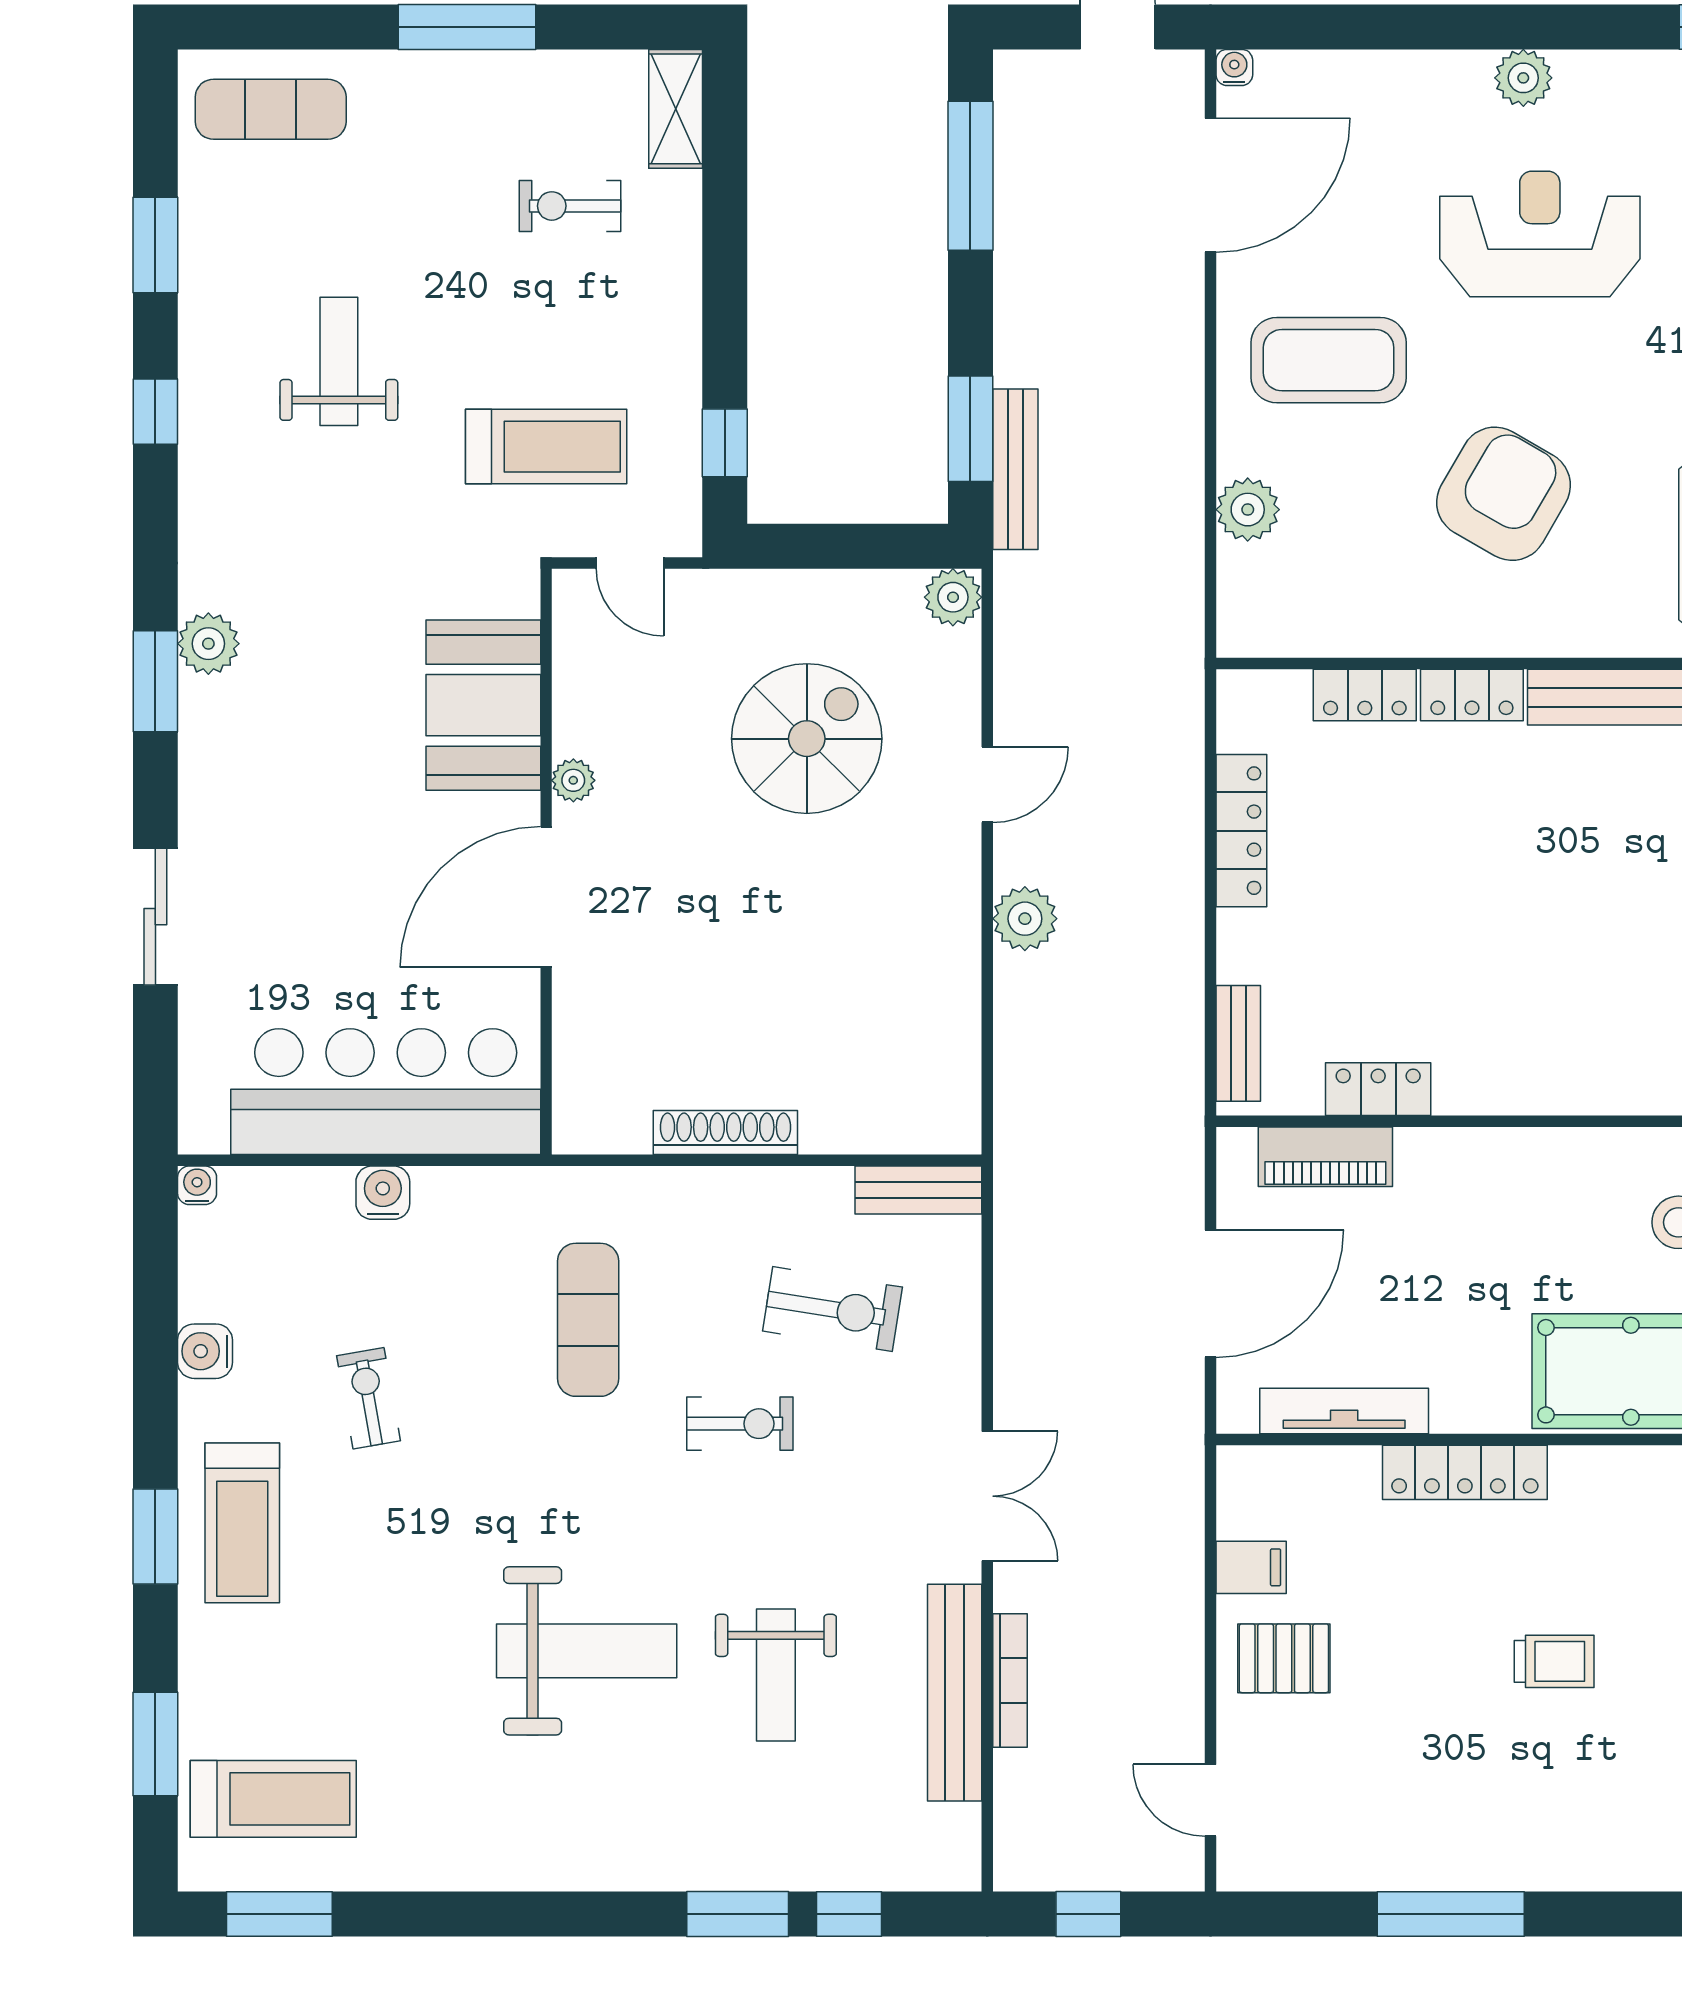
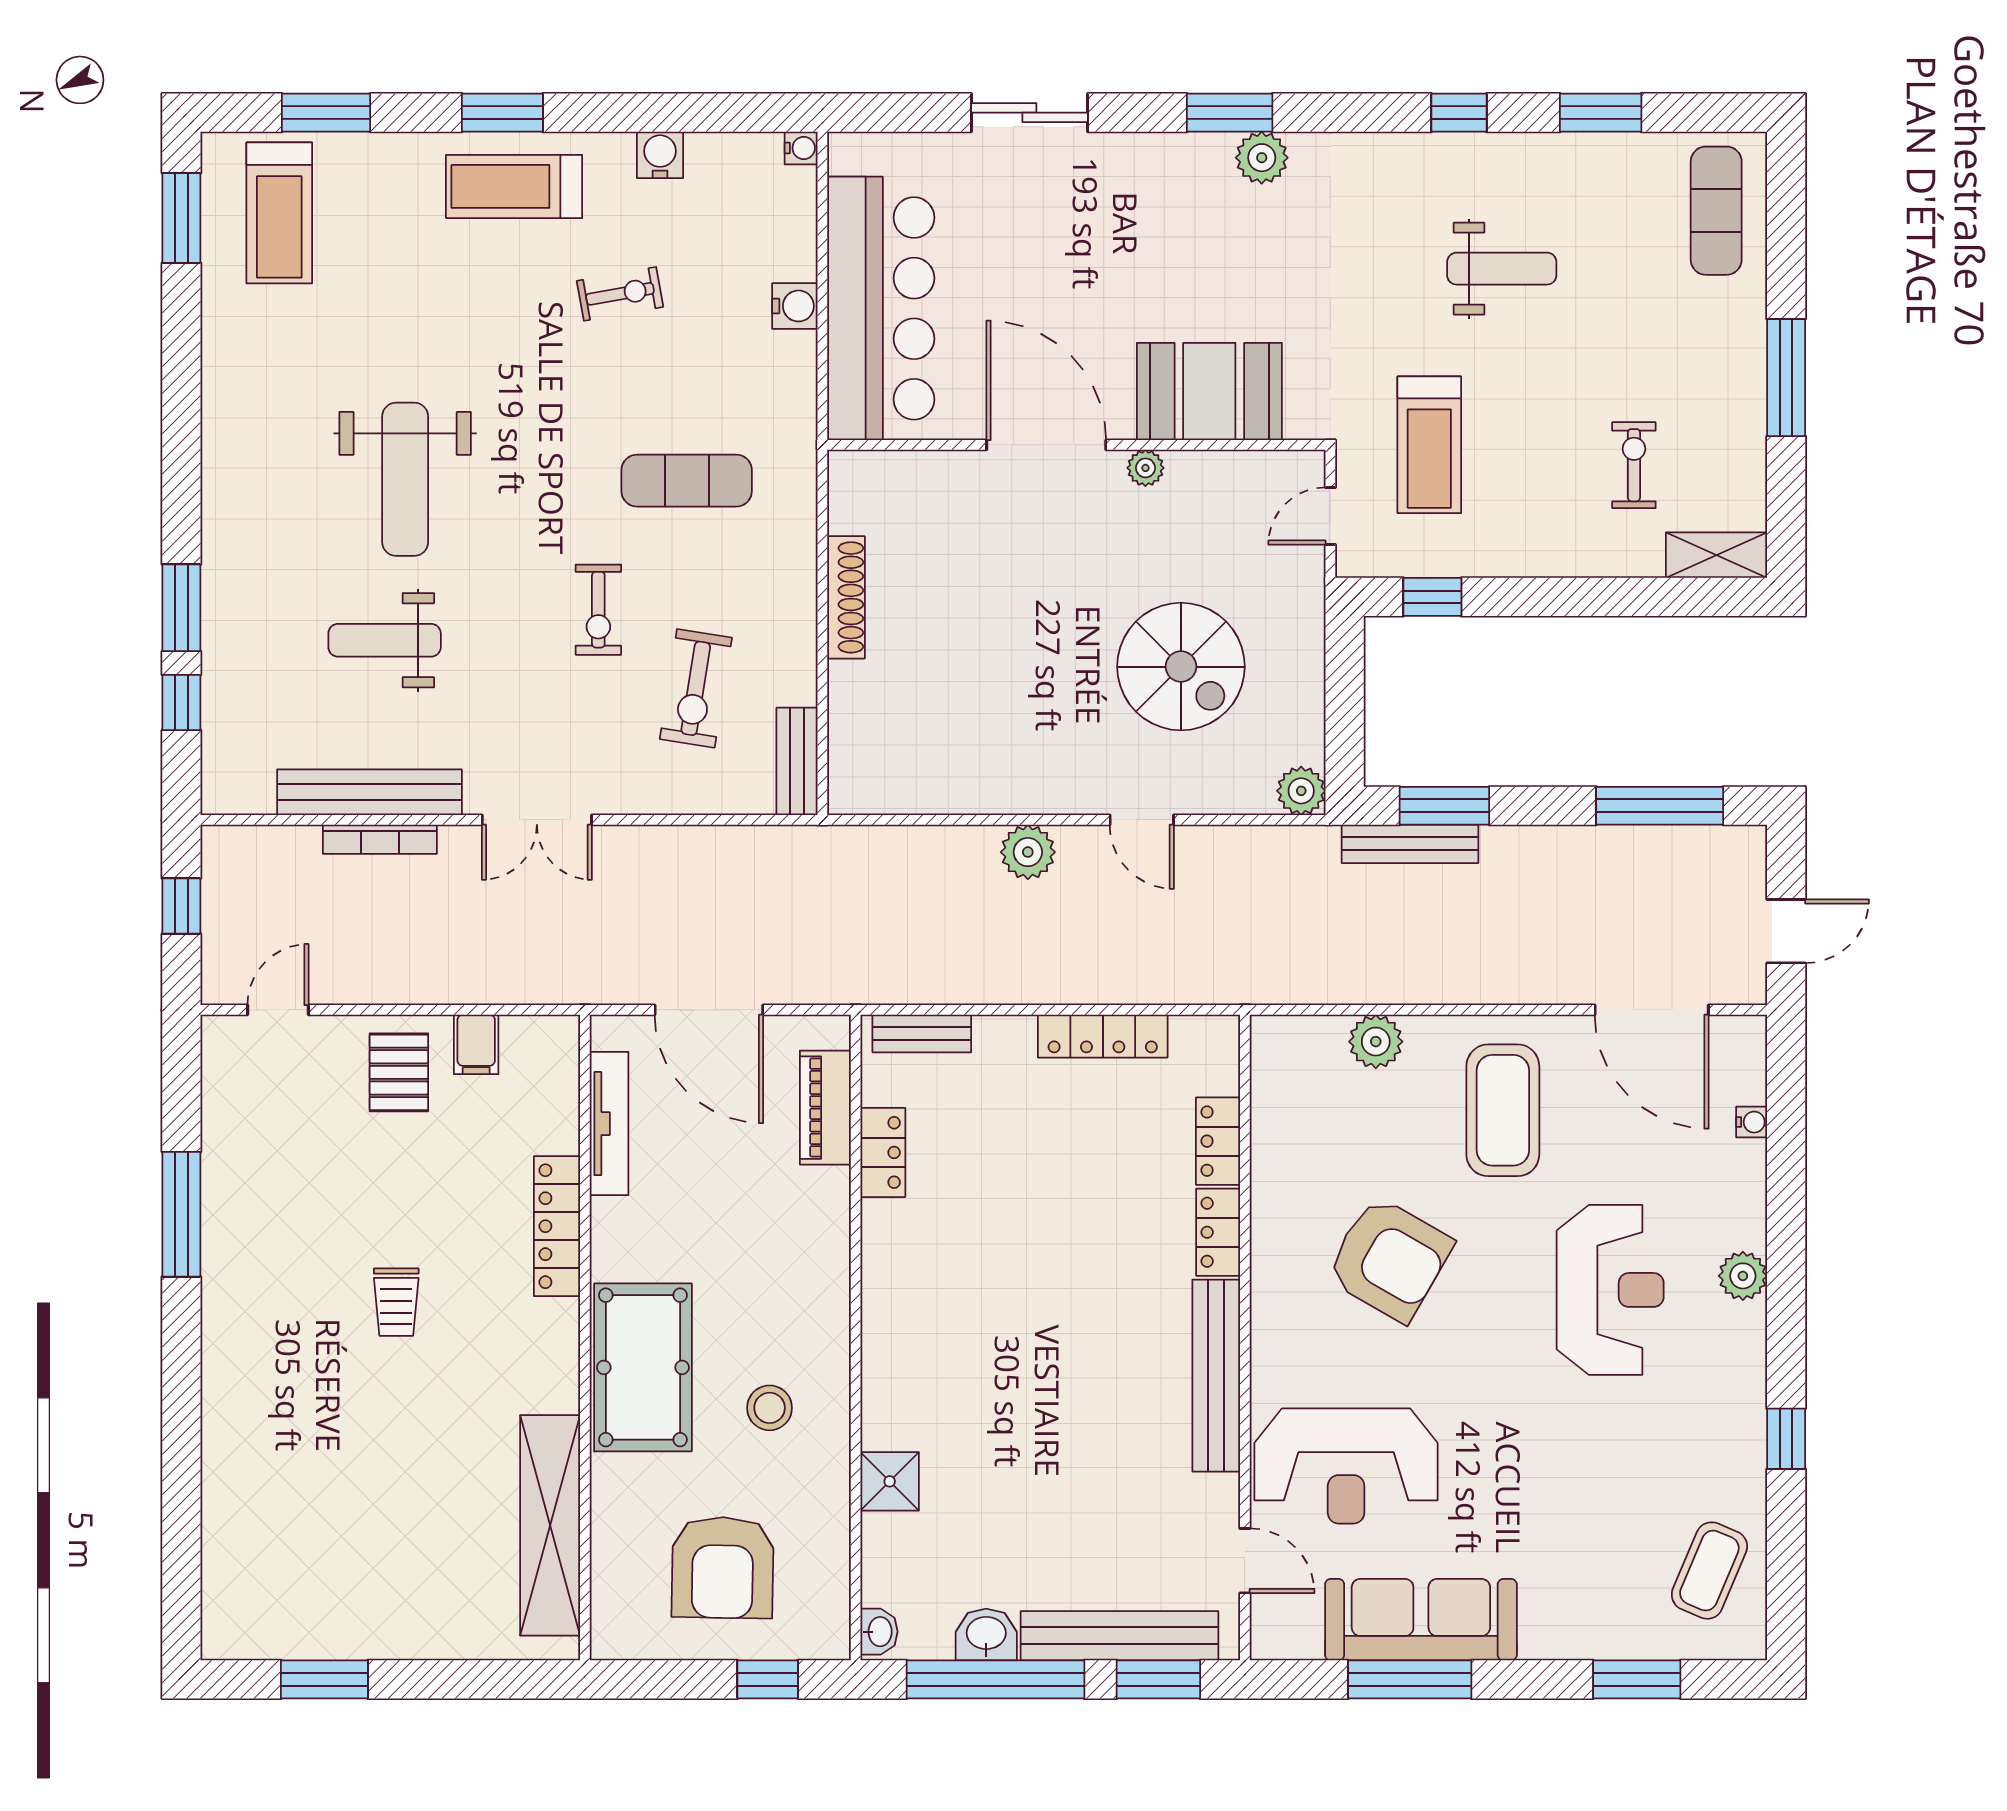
water cooler: (1234, 67) -> (1752, 1122), moved

